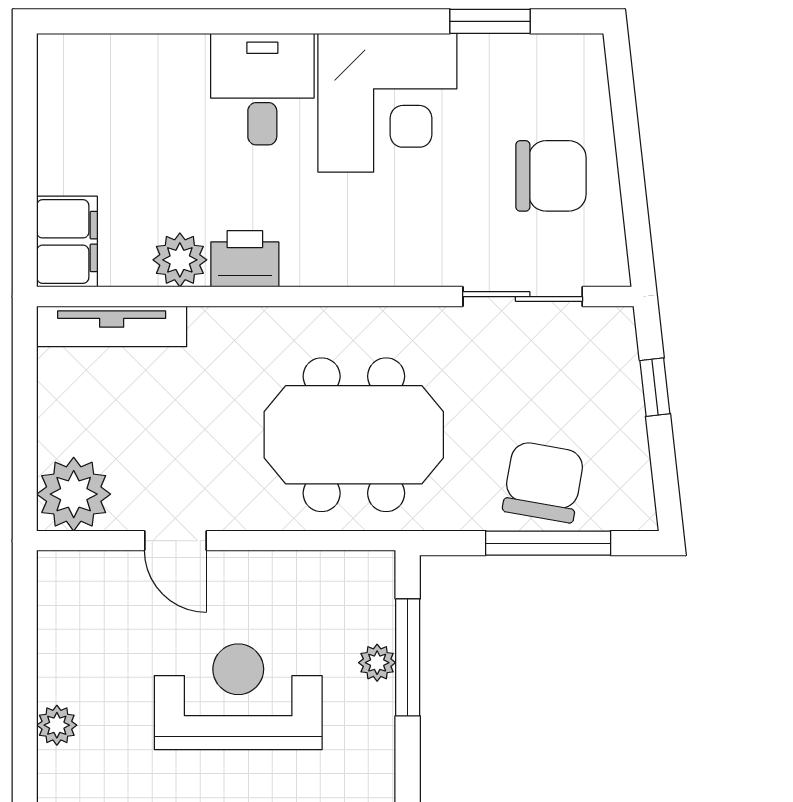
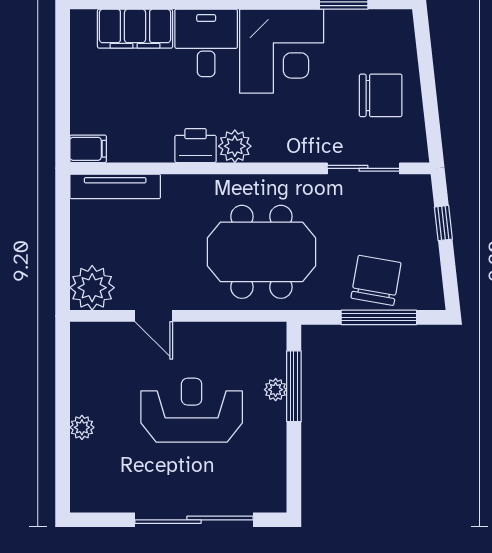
filing cabinet: (145, 65) -> (135, 29), added
filing cabinet: (67, 242) -> (88, 149), width x0.50
plant: (180, 260) -> (235, 146), moved

